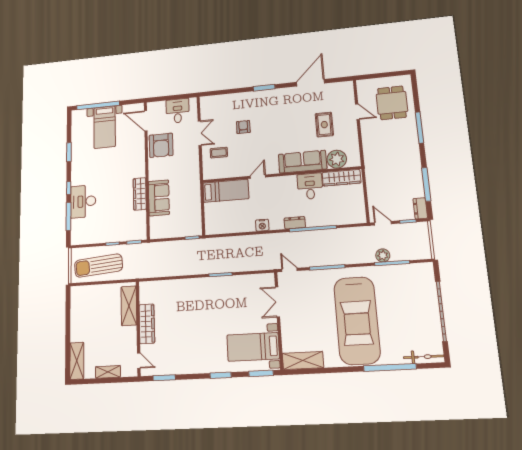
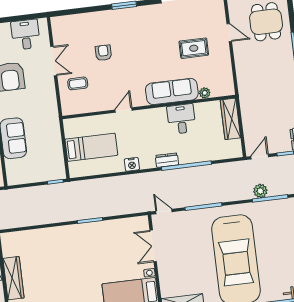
rug: (324, 125) -> (194, 48), turned 90
plant: (337, 159) -> (205, 93), width x0.53, depth x0.53
wardrobe: (341, 178) -> (230, 119), moved, turned 90
bed: (226, 191) -> (91, 147), moved
door: (383, 223) -> (260, 157), hinge flipped

